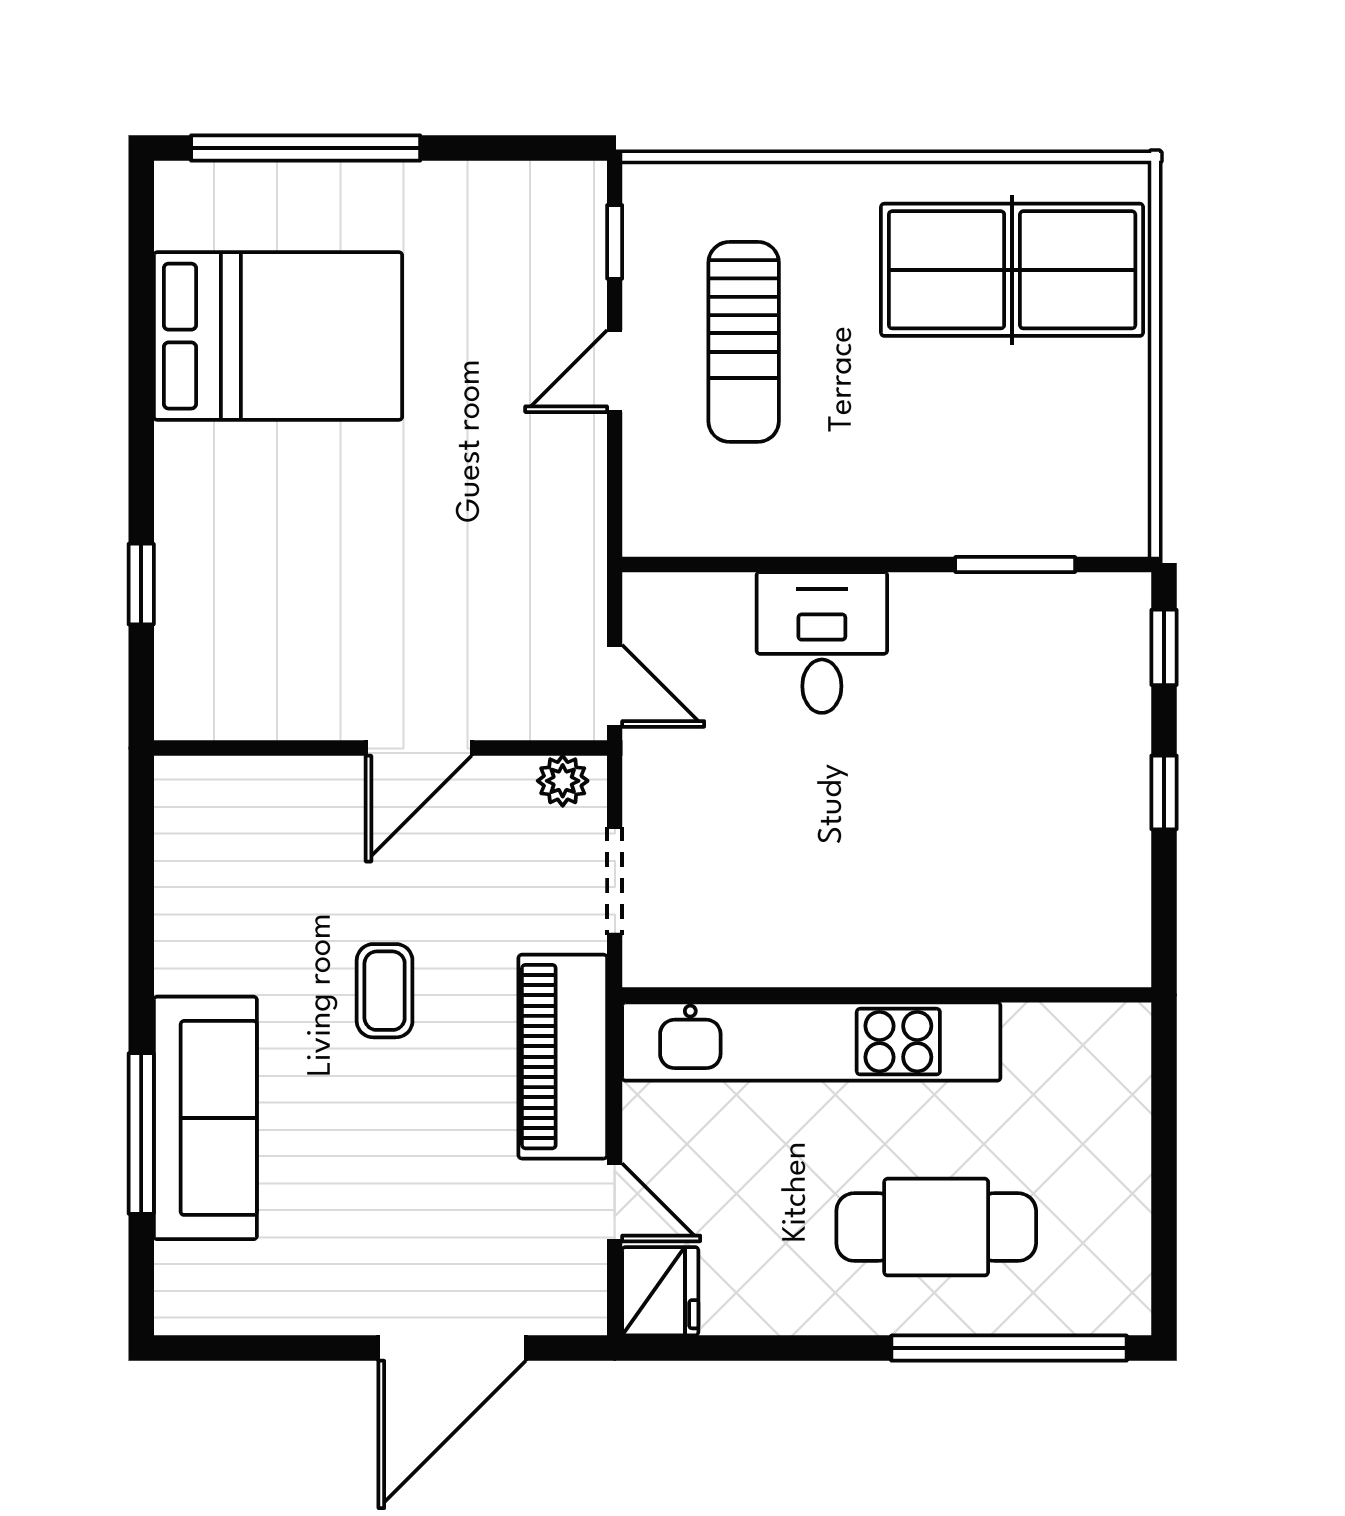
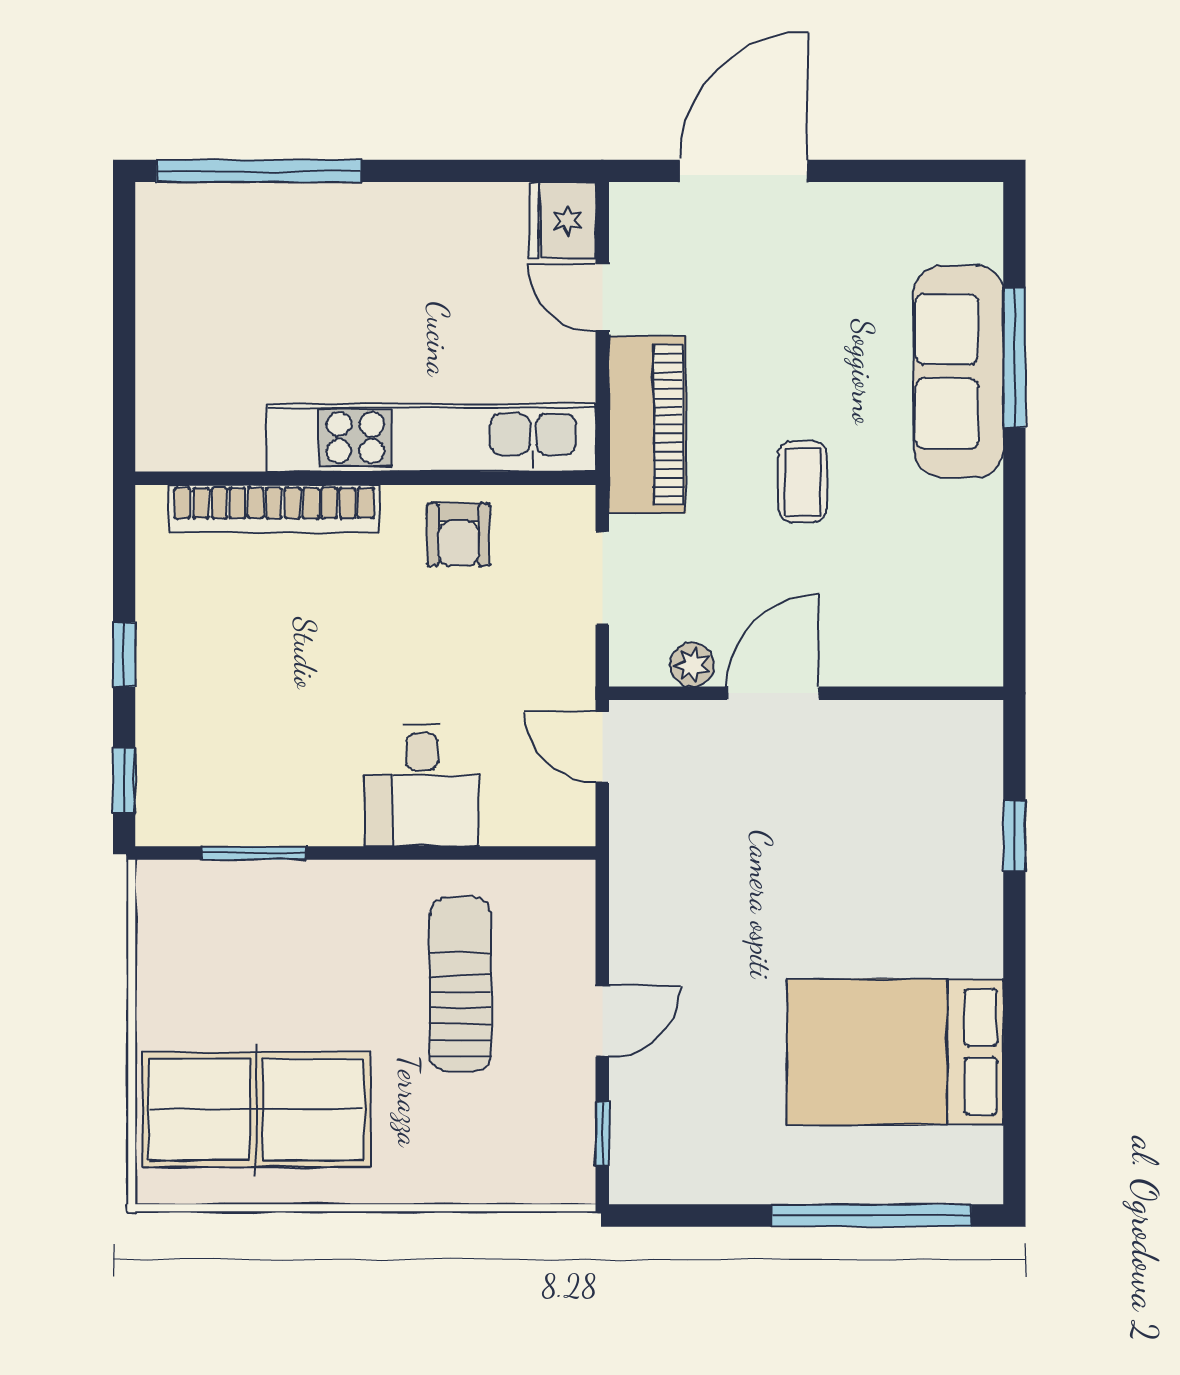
sun lounger: (744, 342) -> (460, 984), moved
plant: (563, 781) -> (692, 665), moved
armchair: (780, 930) -> (459, 535), added
bookcase: (992, 960) -> (274, 509), added
cafe table: (936, 1227) -> (322, 276), removed

